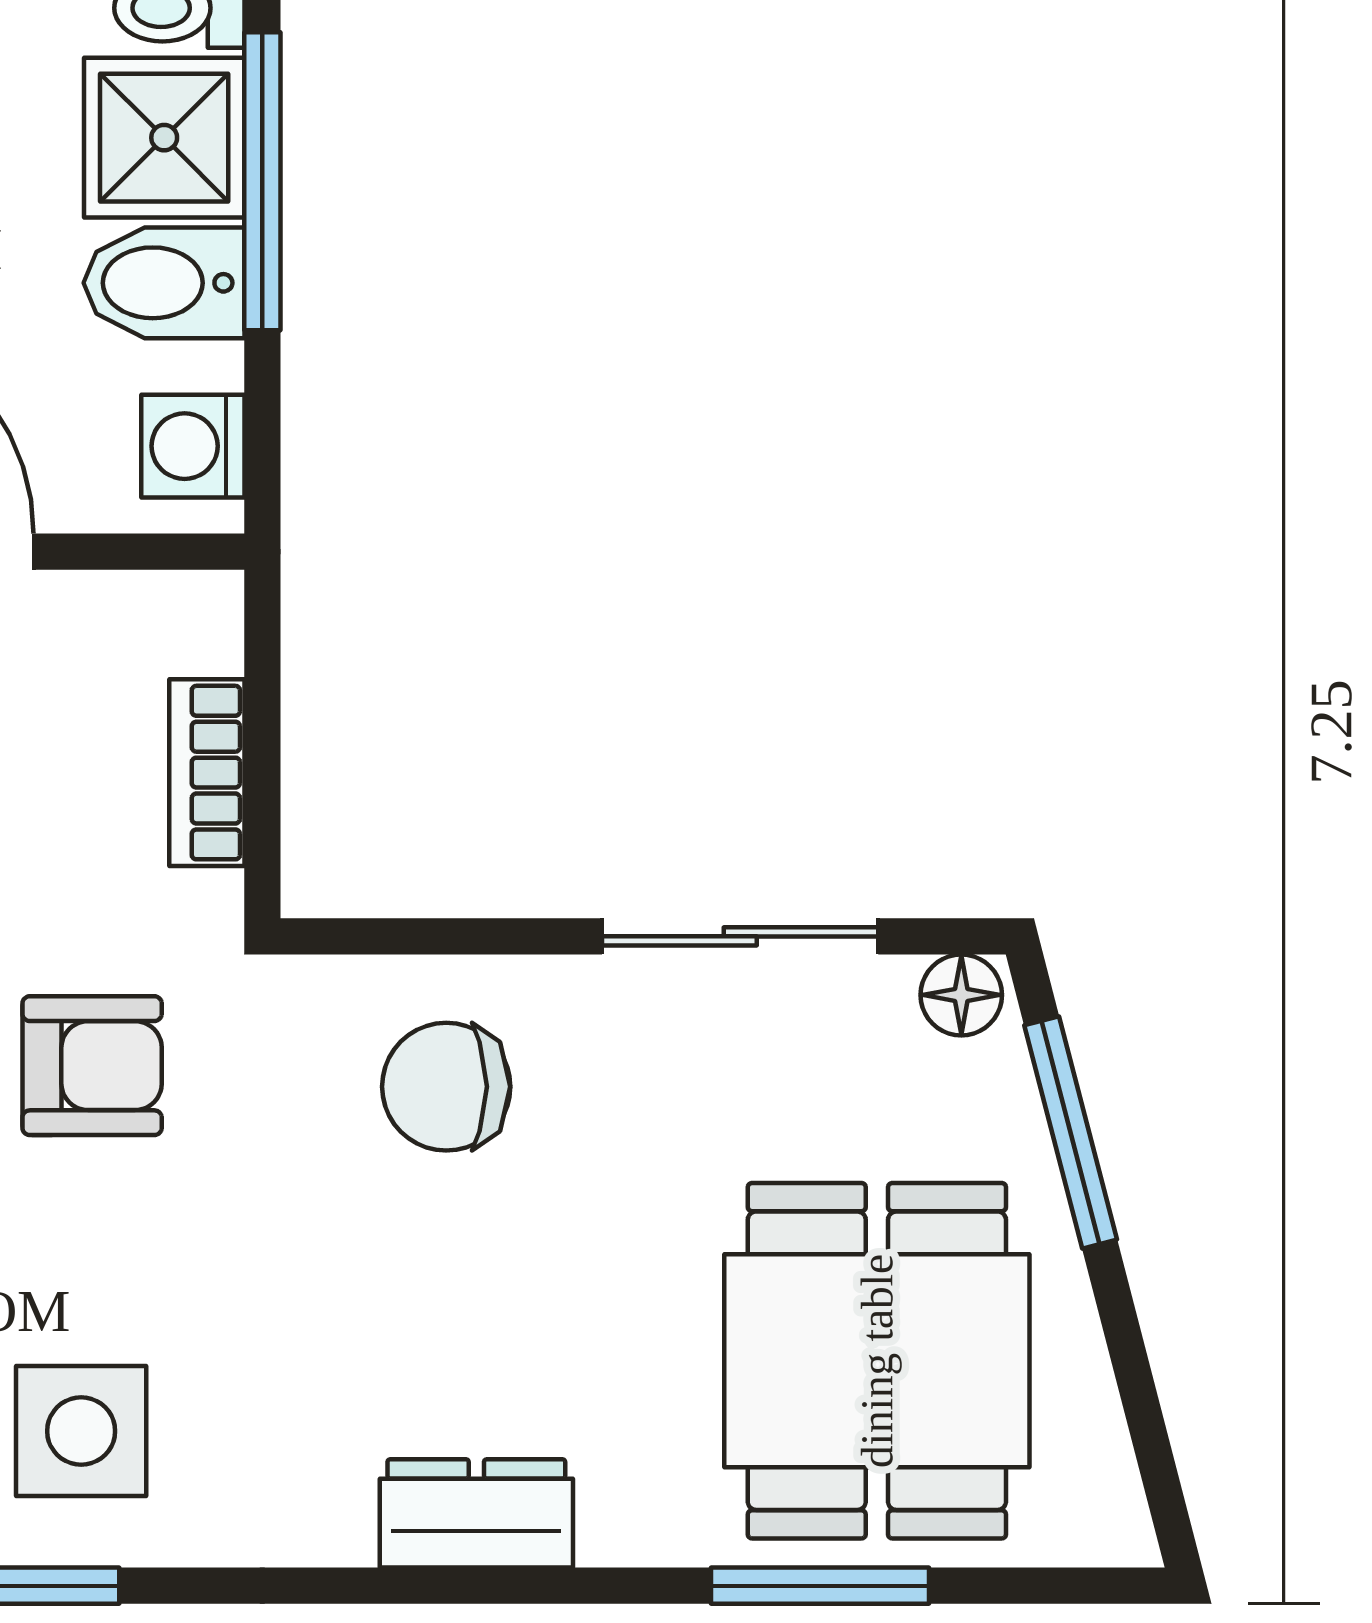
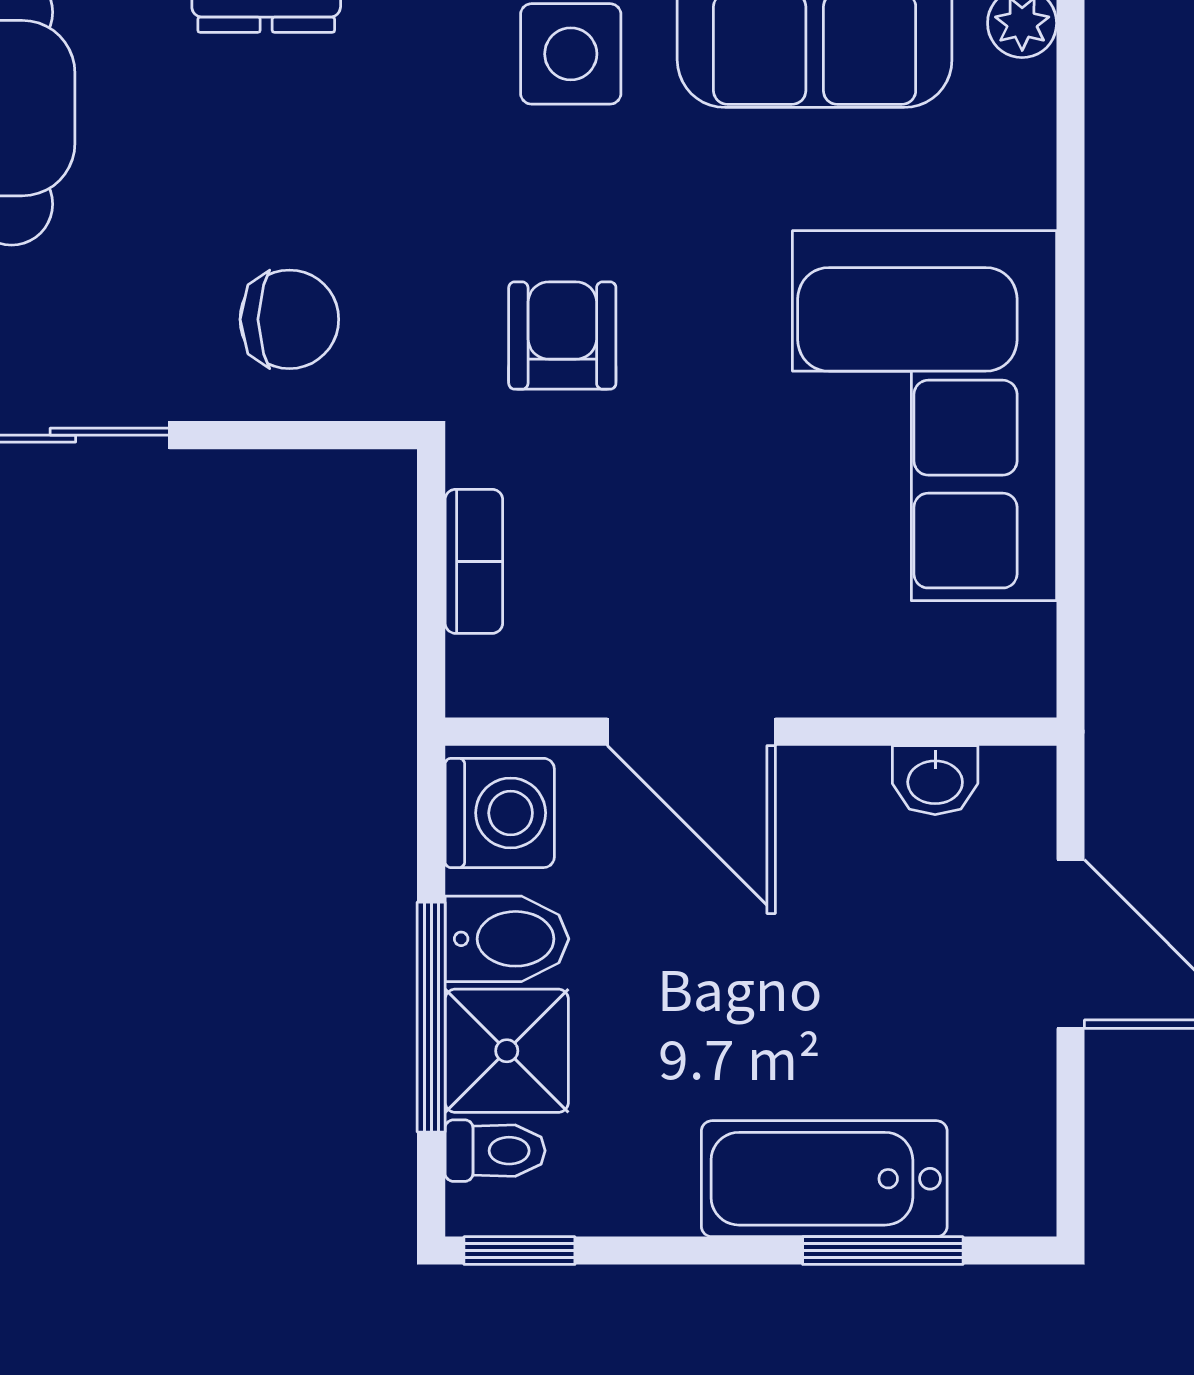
washing machine: (193, 446) -> (500, 813), width x1.38, depth x1.38
armchair: (92, 1066) -> (562, 336), turned 90

